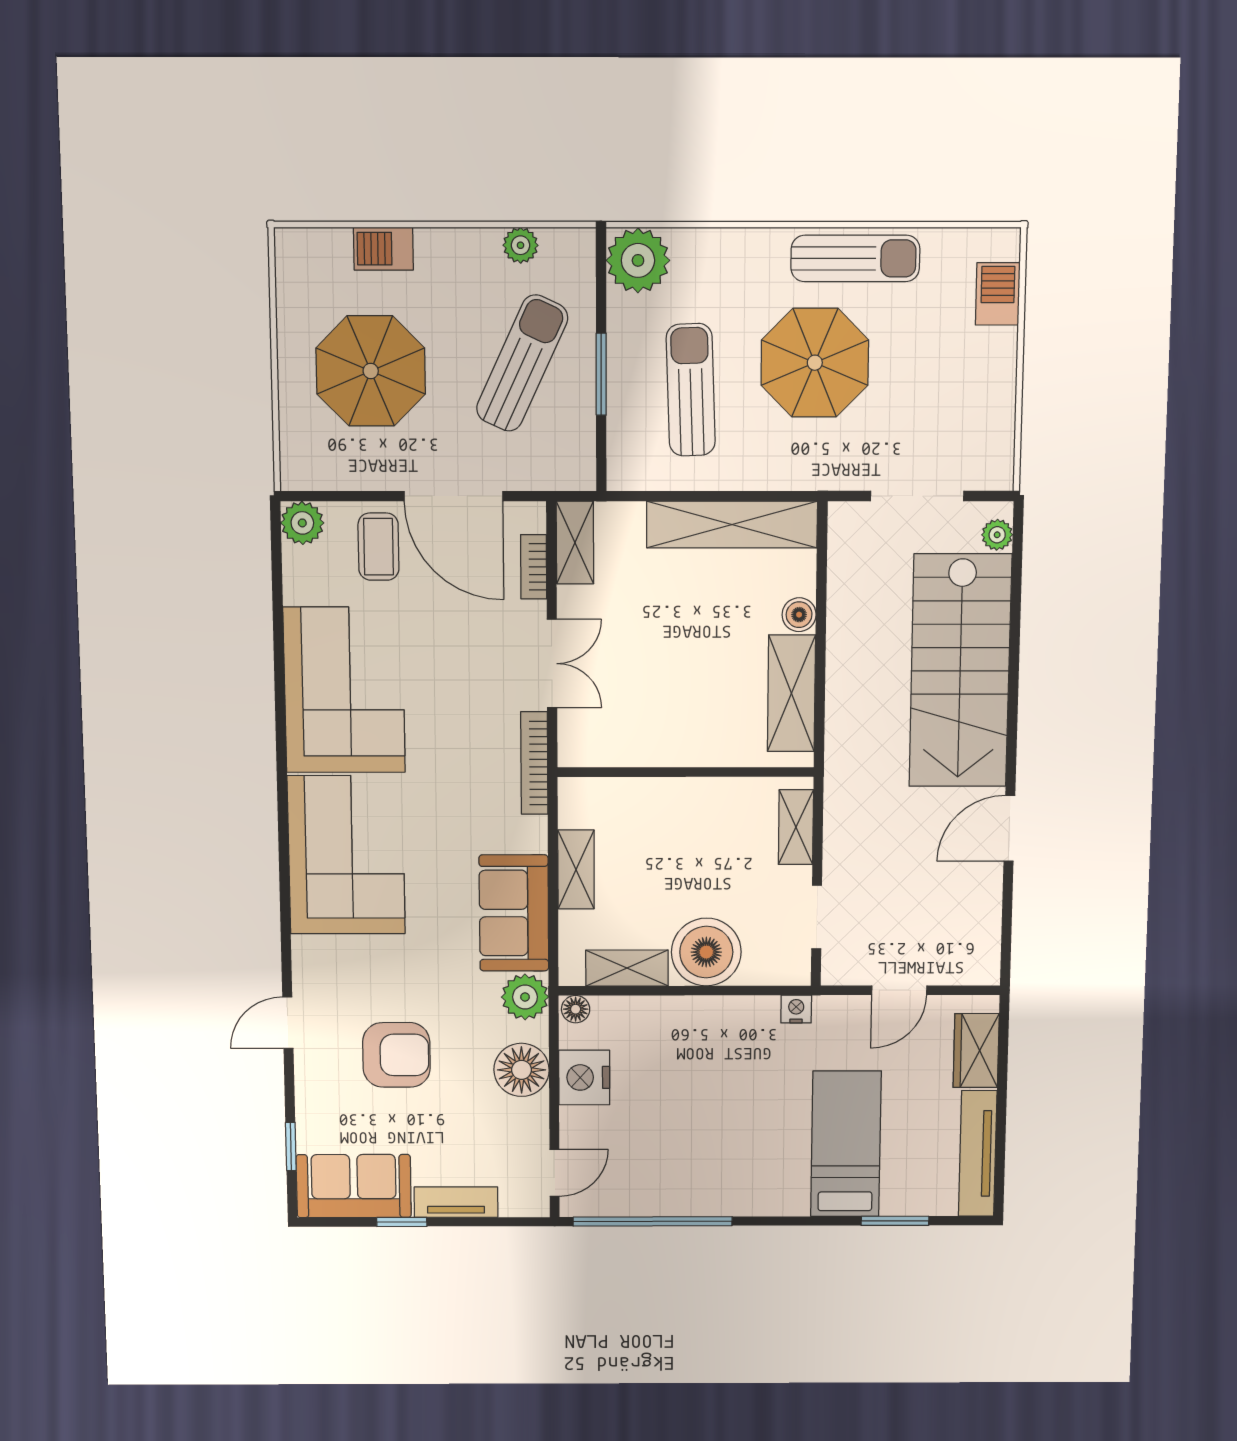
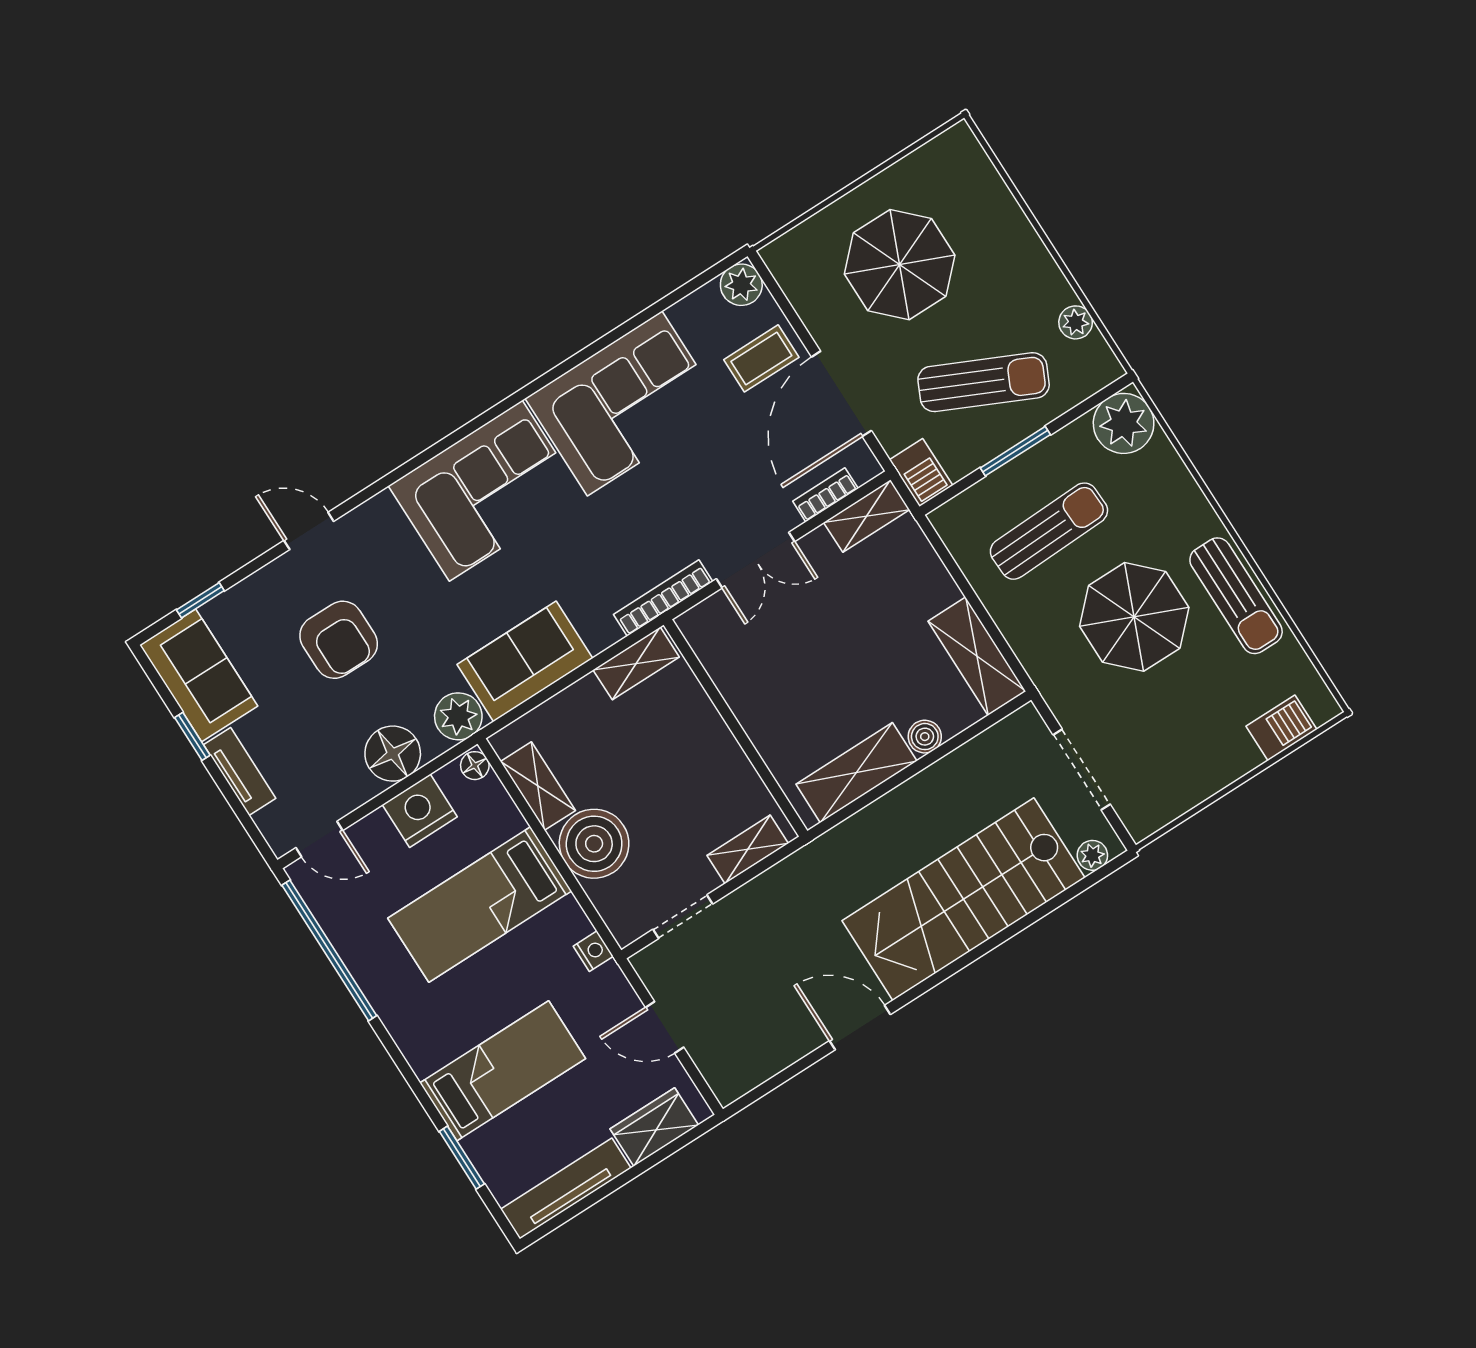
barbecue: (383, 249) -> (921, 473), moved, turned 180
shelving: (732, 524) -> (977, 656), width x0.68
shelving: (576, 869) -> (636, 663), moved
bed: (695, 1077) -> (480, 905), added

